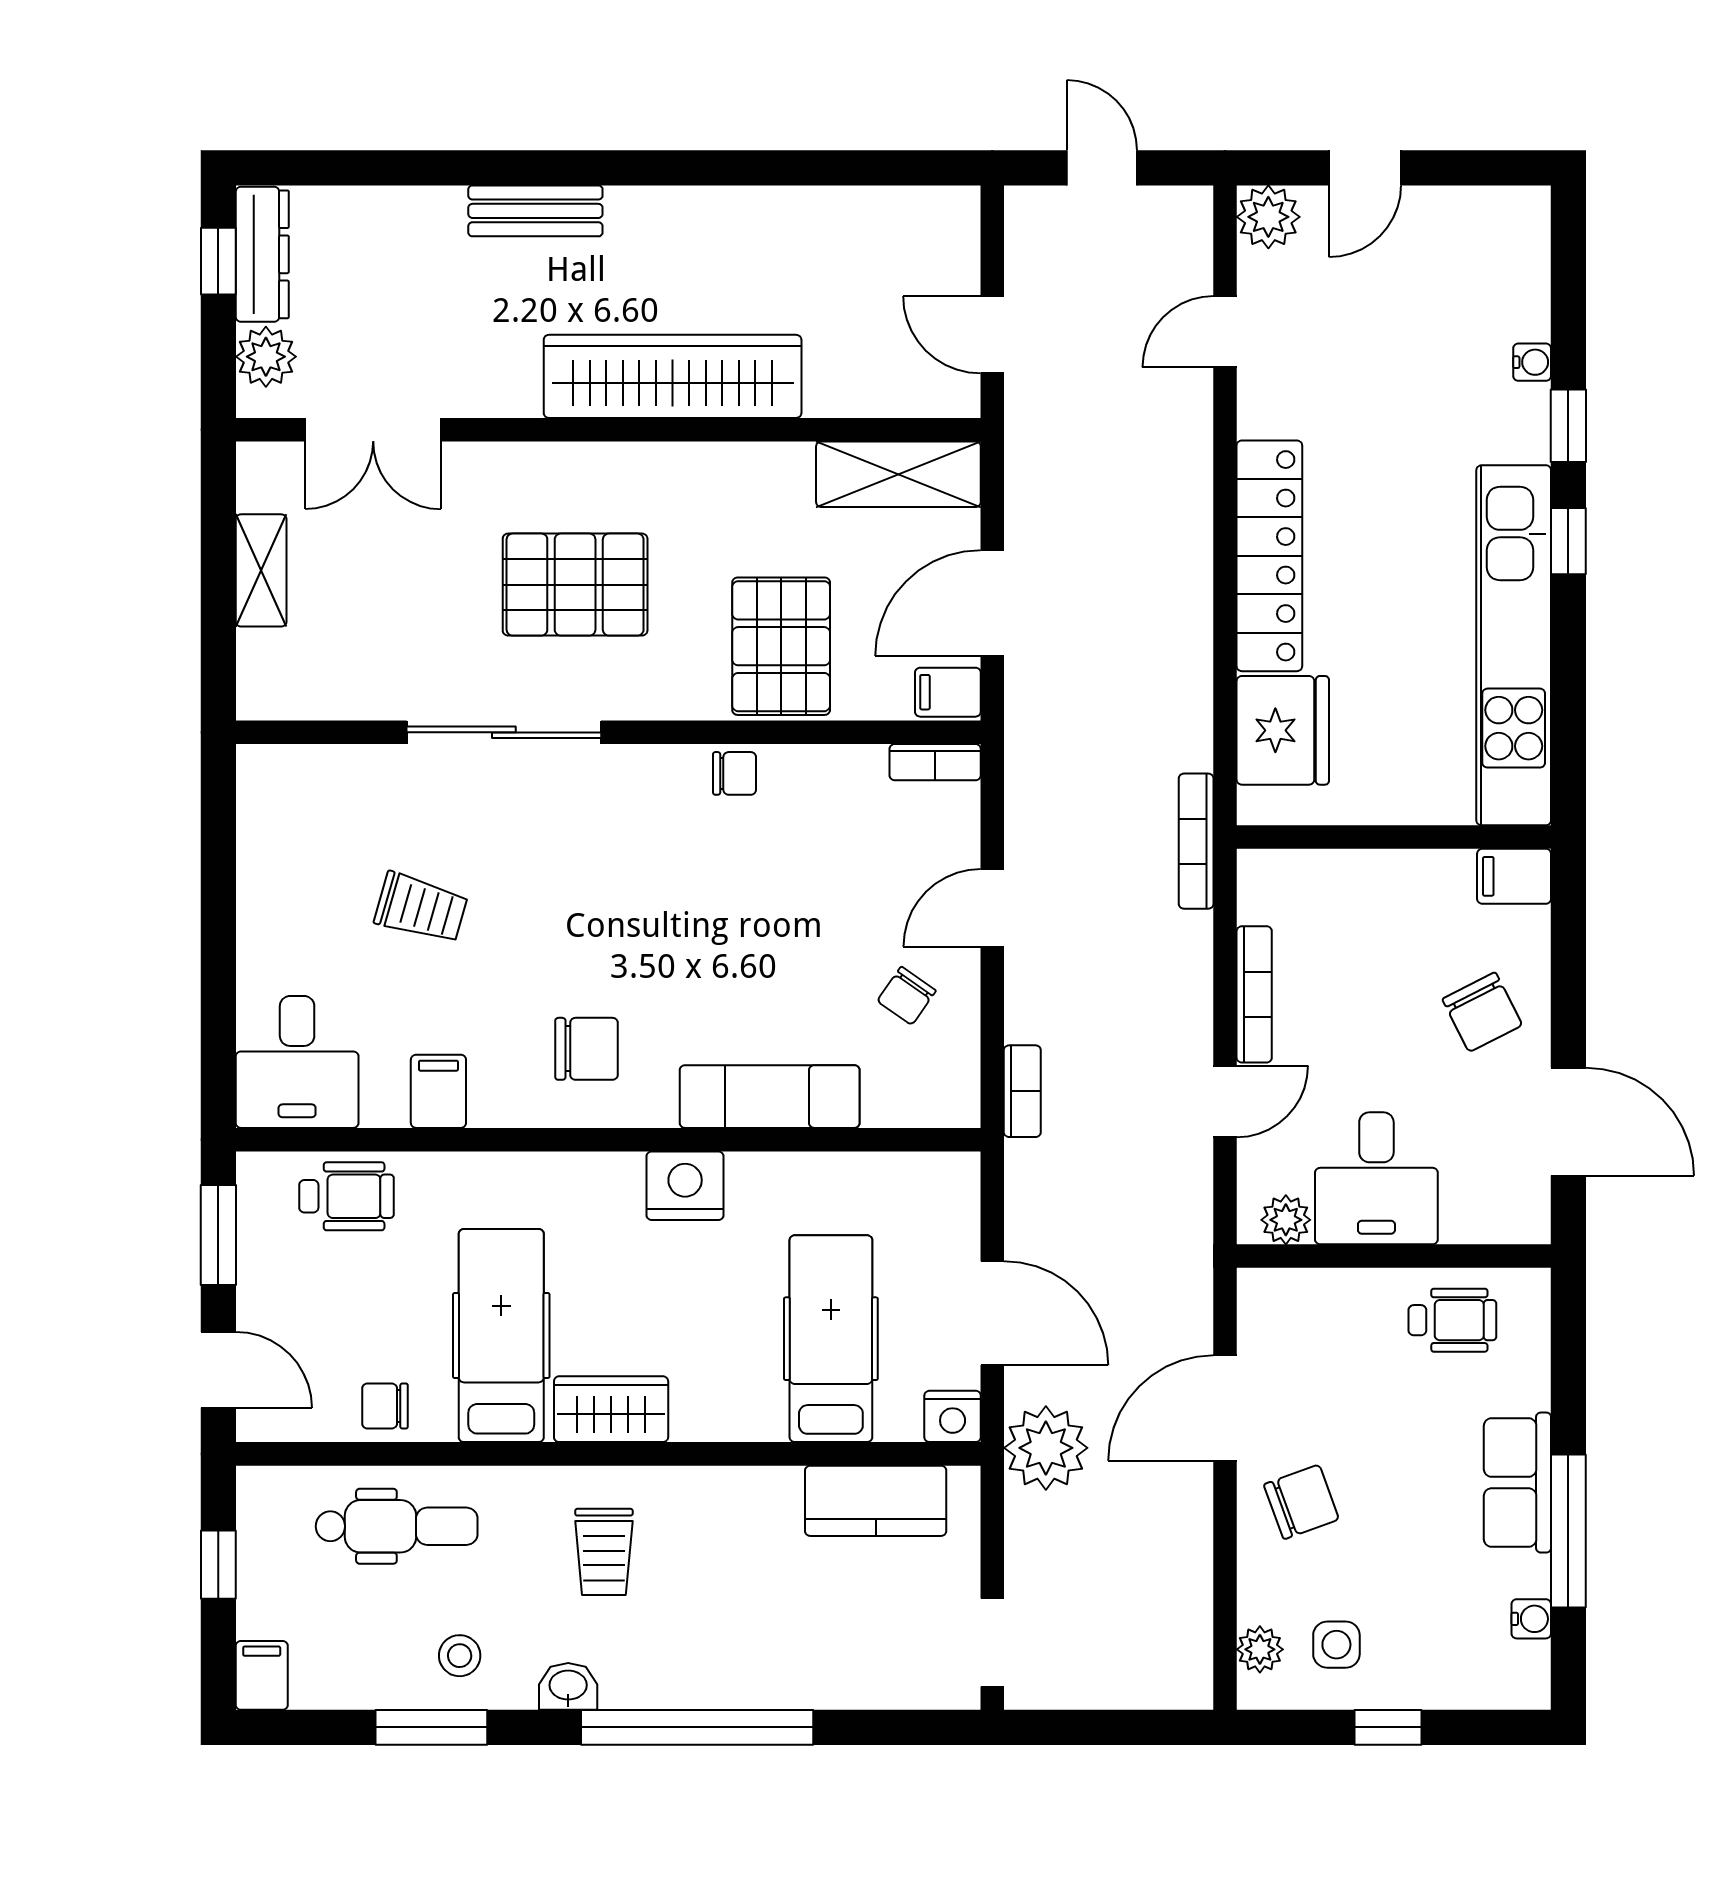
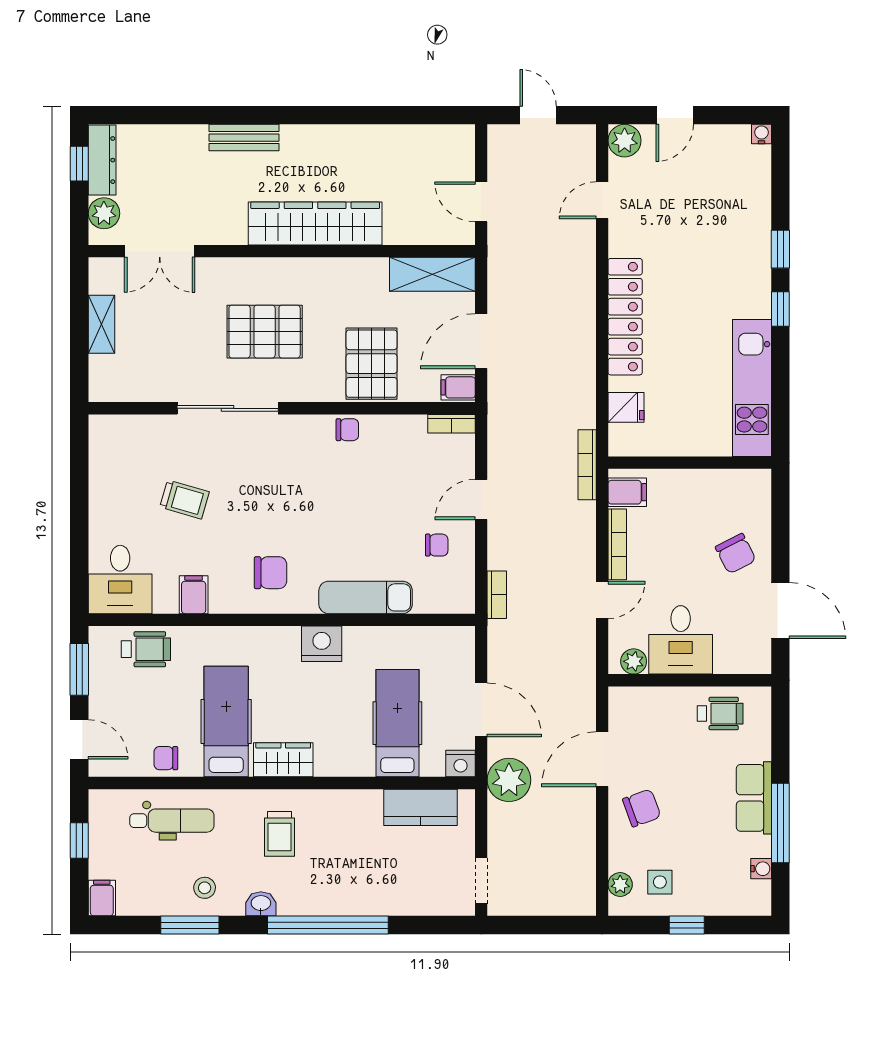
water cooler: (1532, 362) -> (762, 134), moved, turned -90
kitchen unit: (1514, 645) -> (752, 388), width x0.73
fridge: (1283, 730) -> (626, 407), width x0.53, depth x0.75
filing cabinet: (1514, 876) -> (627, 492), moved, turned 180
chair: (907, 996) -> (437, 545), turned -125

